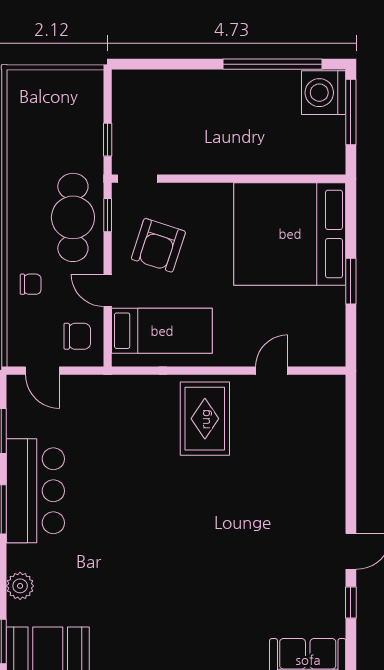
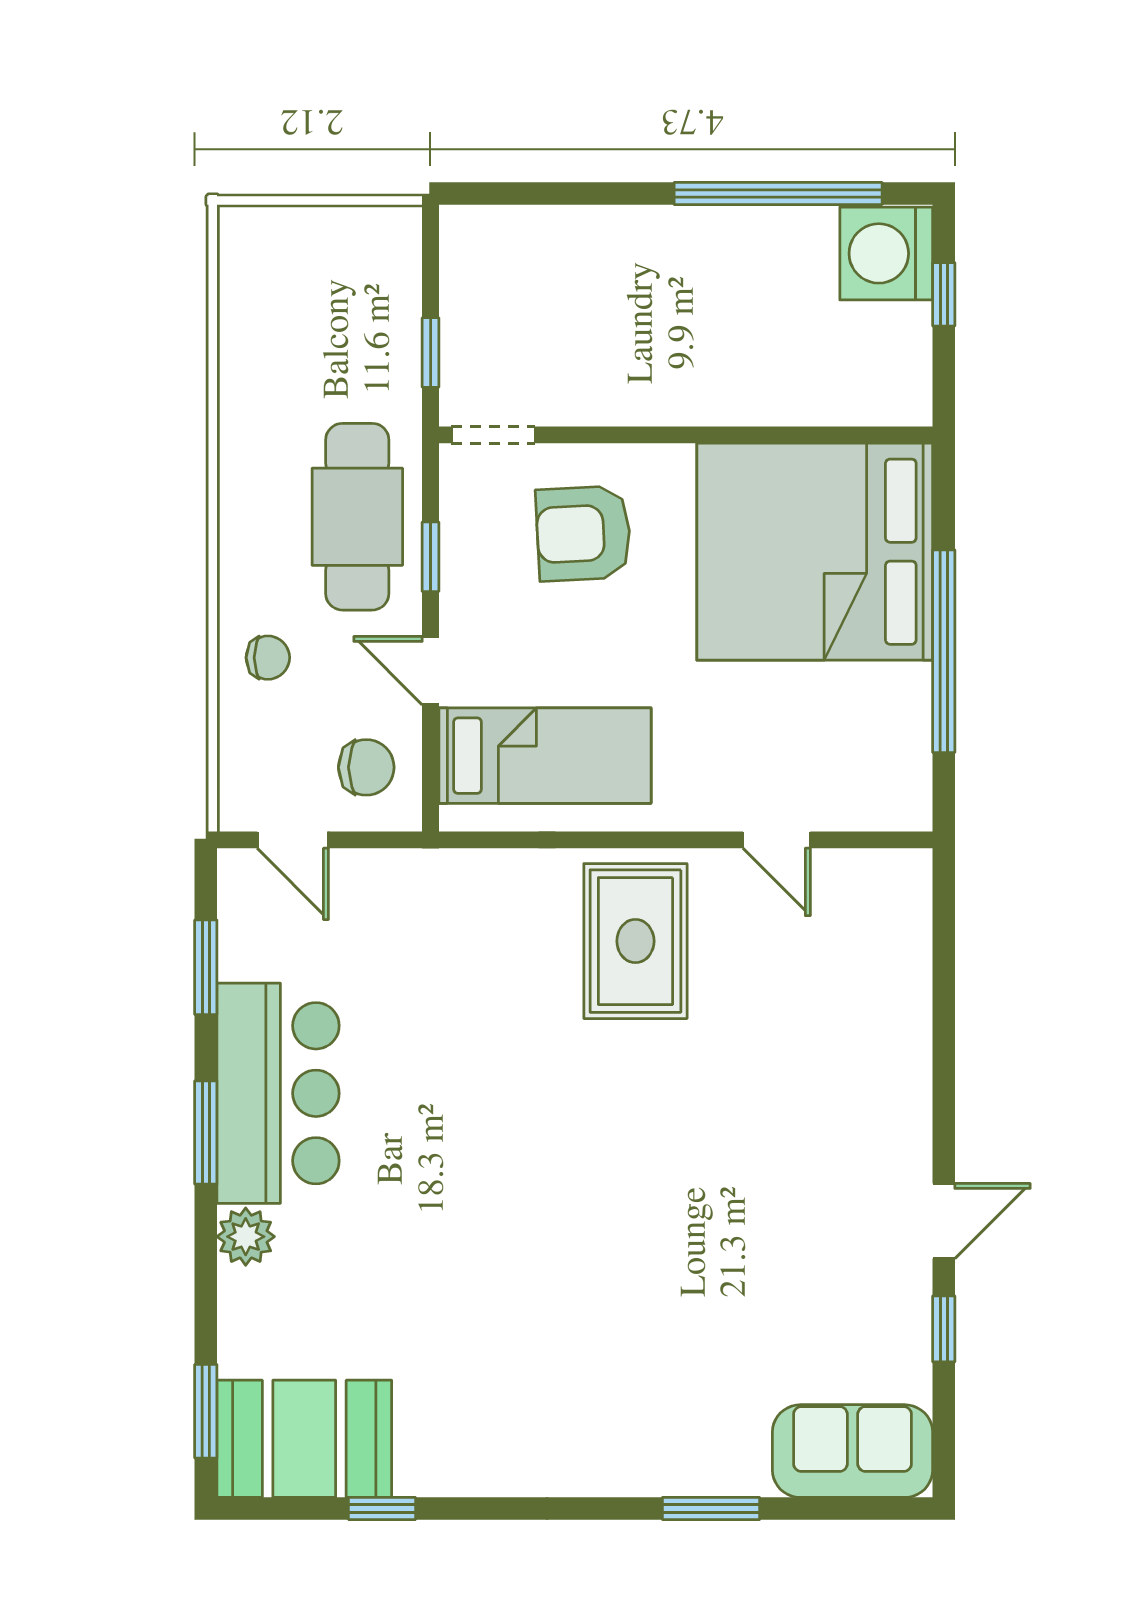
window: (351, 112) -> (944, 294), width x0.46
window: (108, 215) -> (431, 557), moved
armchair: (158, 245) -> (583, 533), moved, turned 69
window: (351, 281) -> (944, 651), width x2.11
door: (272, 371) -> (777, 840), swing flipped
plant: (20, 586) -> (246, 1237), moved

